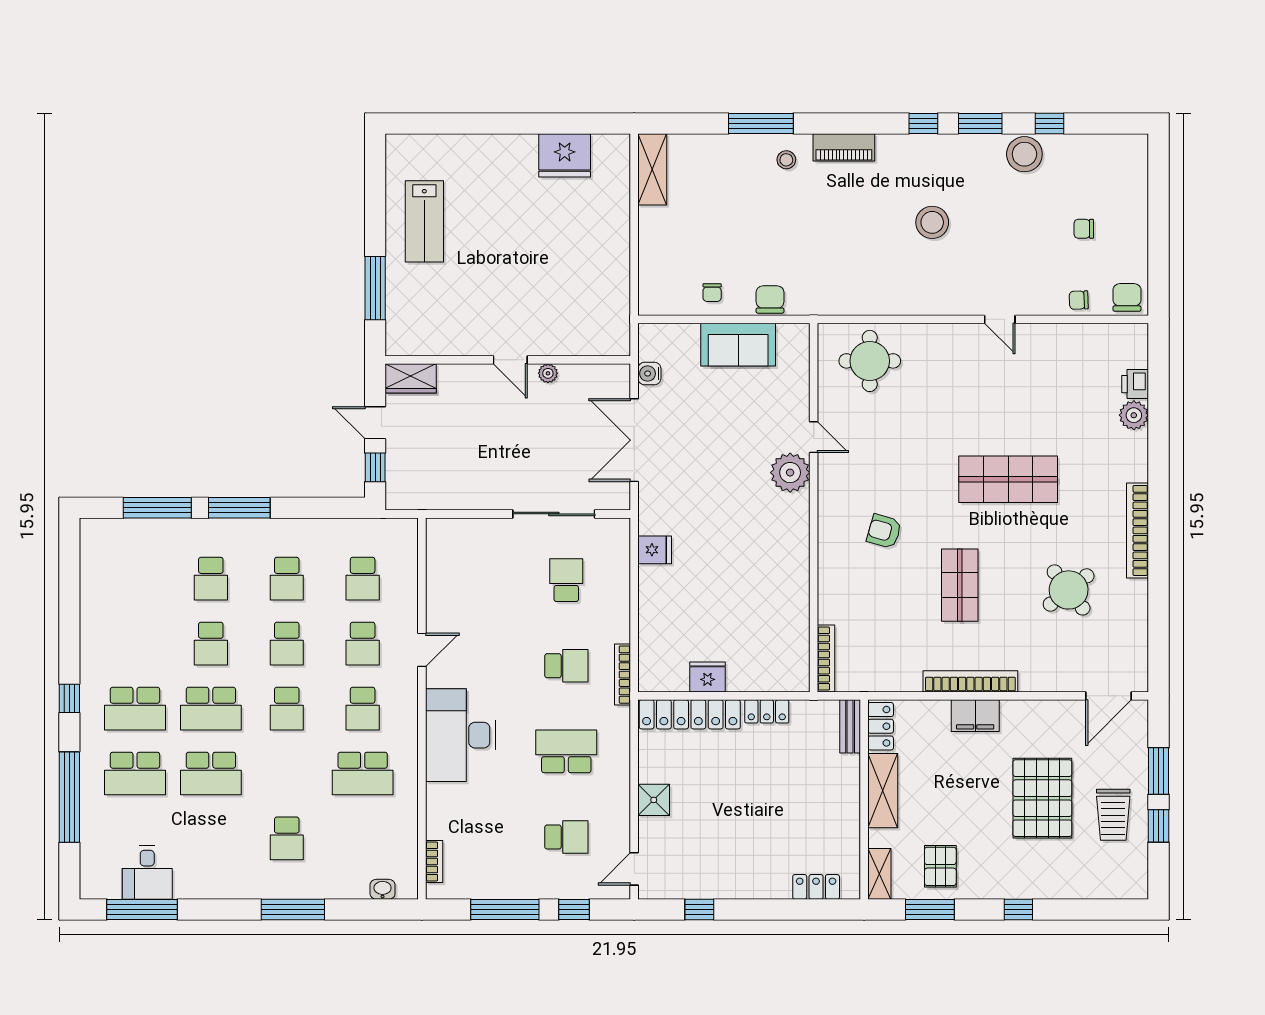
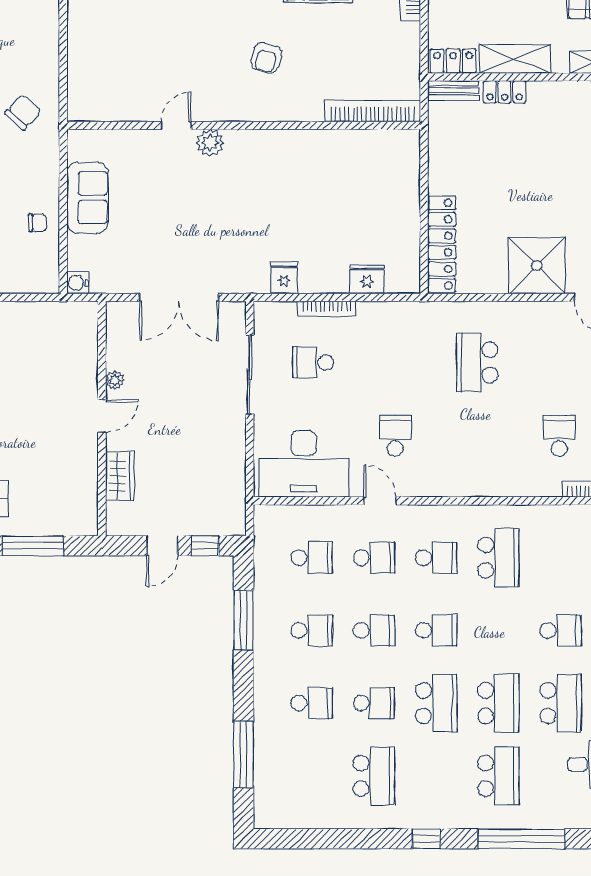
chair: (770, 300) -> (23, 112), moved, turned 133
round table: (870, 361) -> (103, 72), removed
water cooler: (649, 374) -> (78, 283), moved, turned 90
wardrobe: (411, 378) -> (120, 476), moved
plant: (790, 473) -> (210, 143), width x0.73, depth x0.73
window: (239, 508) -> (244, 620), moved
bookcase: (826, 659) -> (373, 111), width x1.48, depth x1.31
school desk: (566, 666) -> (395, 436), moved
bookcase: (623, 675) -> (327, 309), moved
fridge: (708, 677) -> (367, 279), moved, turned 90
school desk: (135, 709) -> (374, 776), moved
locker: (767, 711) -> (505, 92), moved, turned 90
desk: (460, 735) -> (304, 464), moved
shower: (654, 800) -> (537, 266), width x1.86, depth x1.86
school desk: (566, 837) -> (559, 436), moved
school desk: (211, 838) -> (561, 703), added

